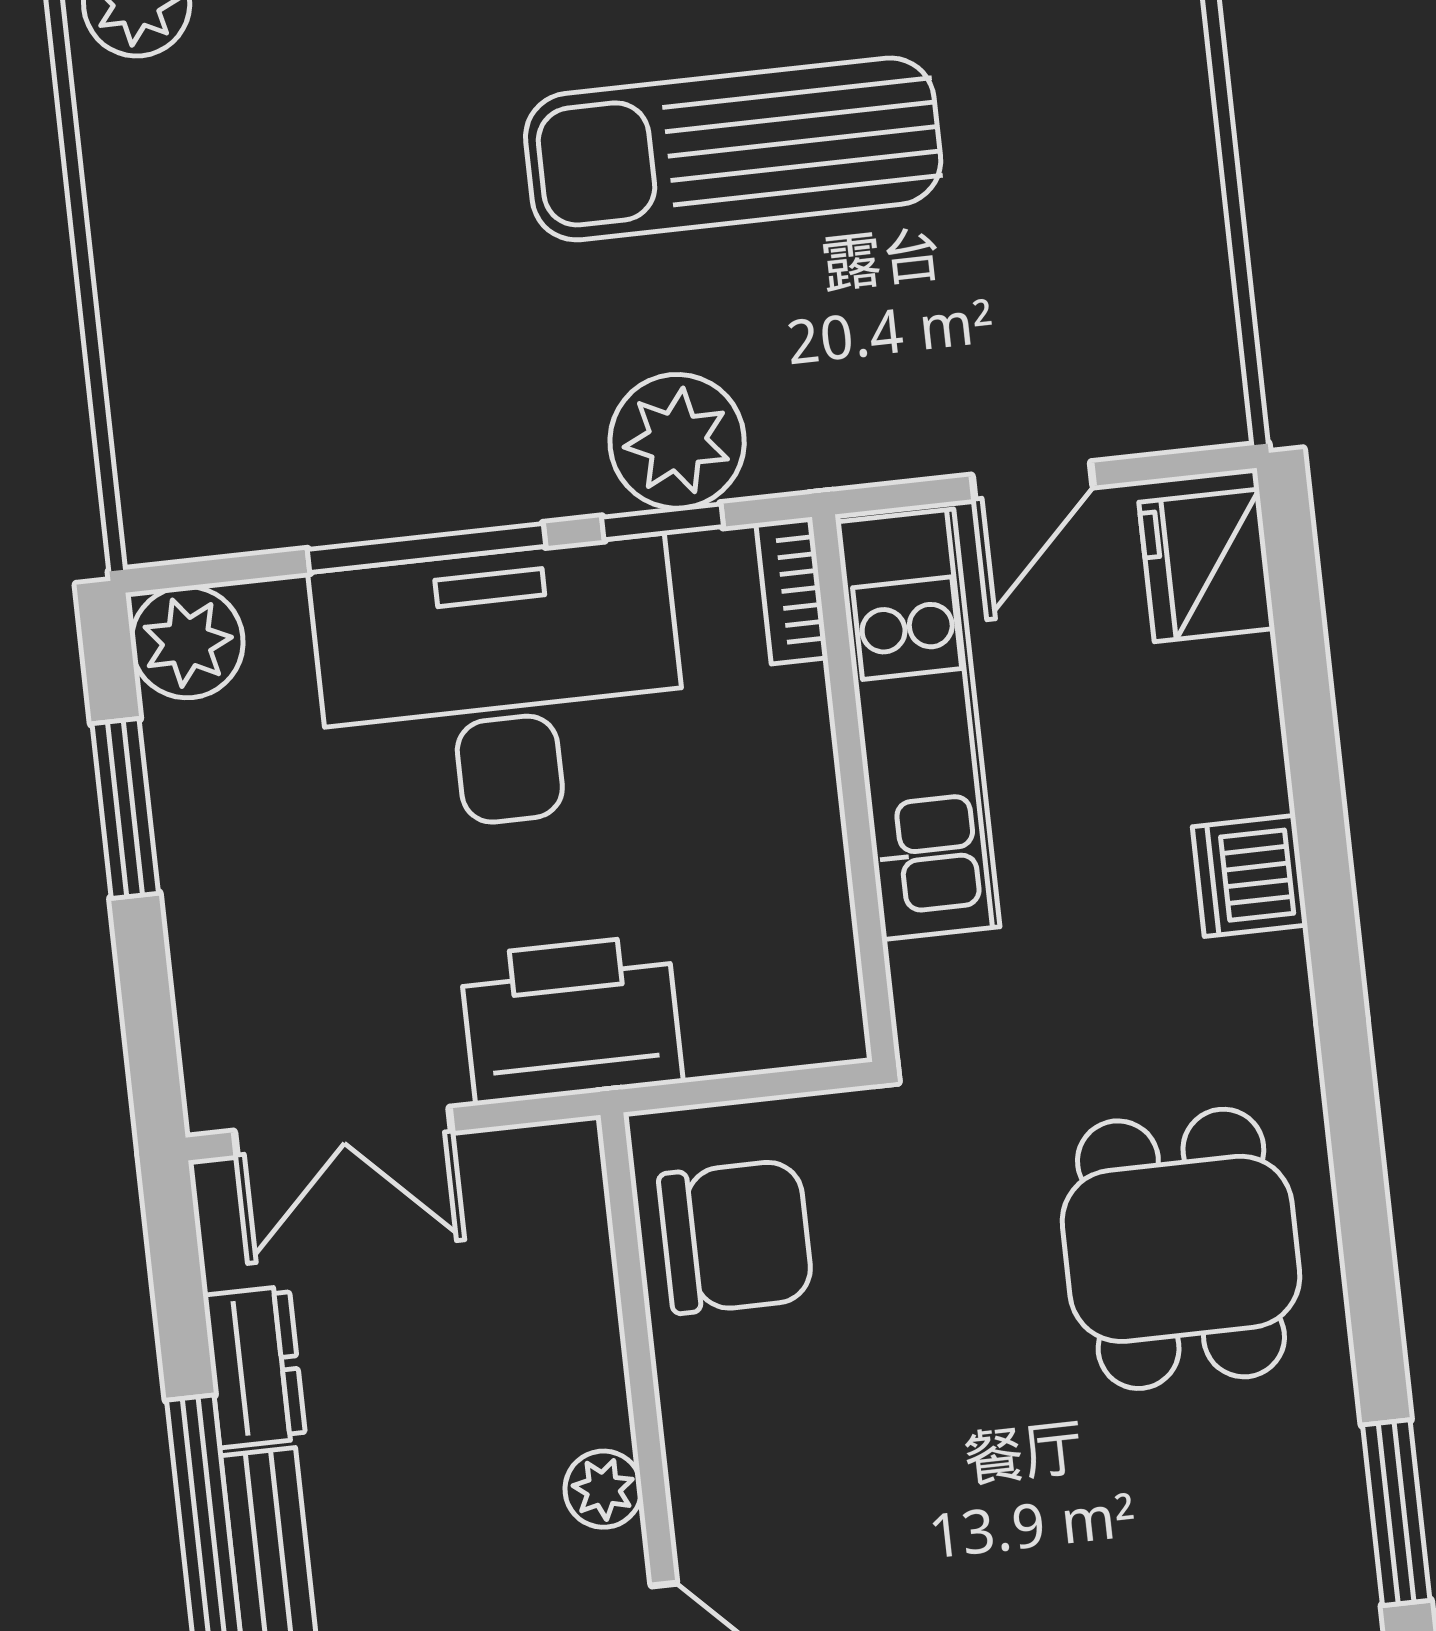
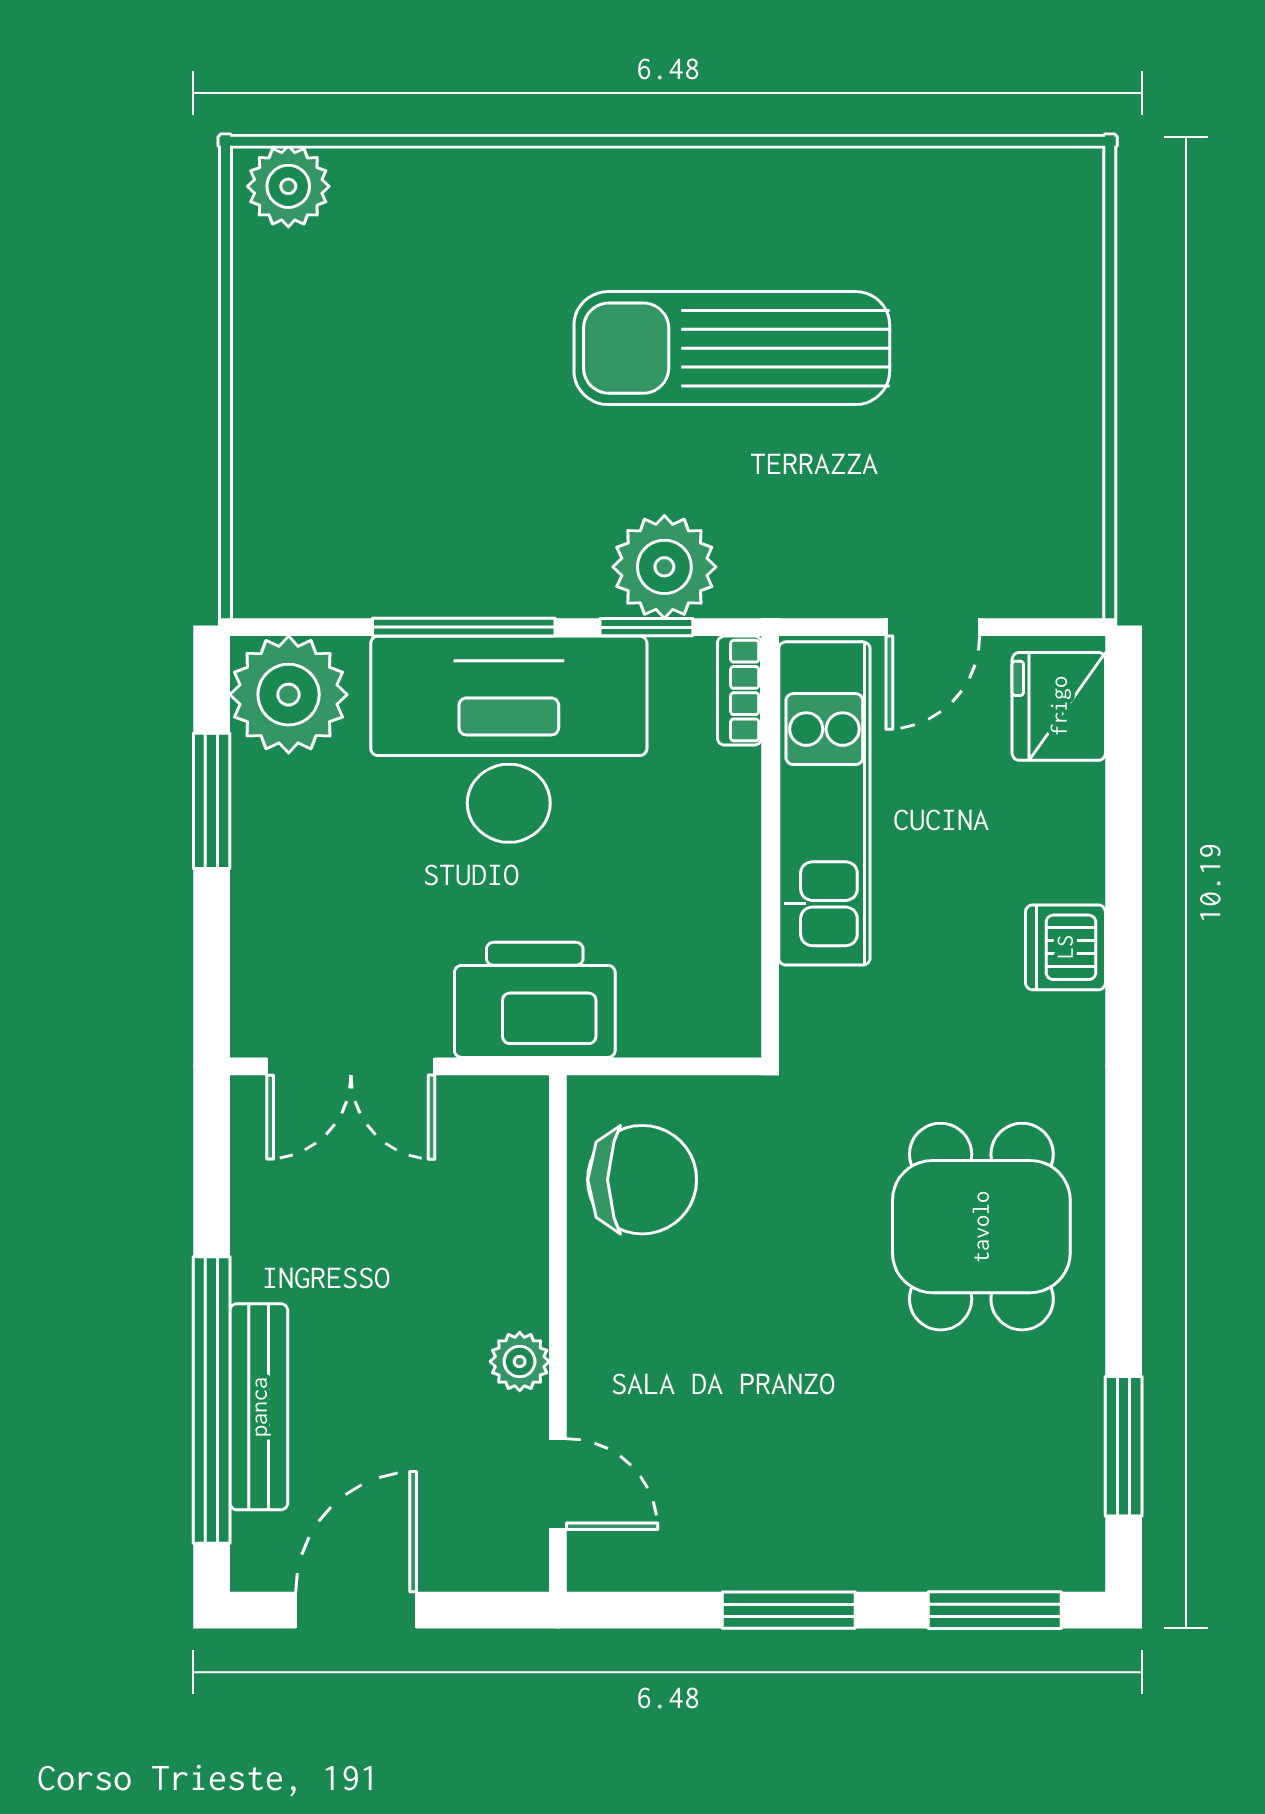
plant: (187, 642) -> (289, 695), width x1.36, depth x1.36
dresser: (254, 1367) -> (263, 1239), removed

